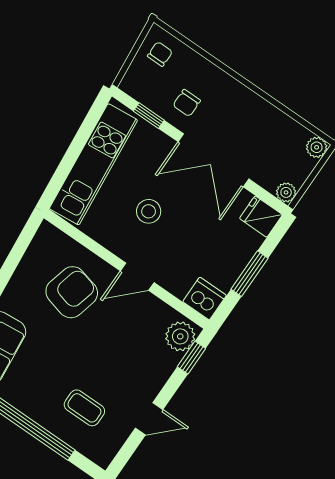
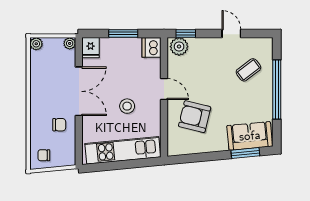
window: (149, 116) -> (79, 139), removed
coffee table: (84, 408) -> (248, 70), turned 53

